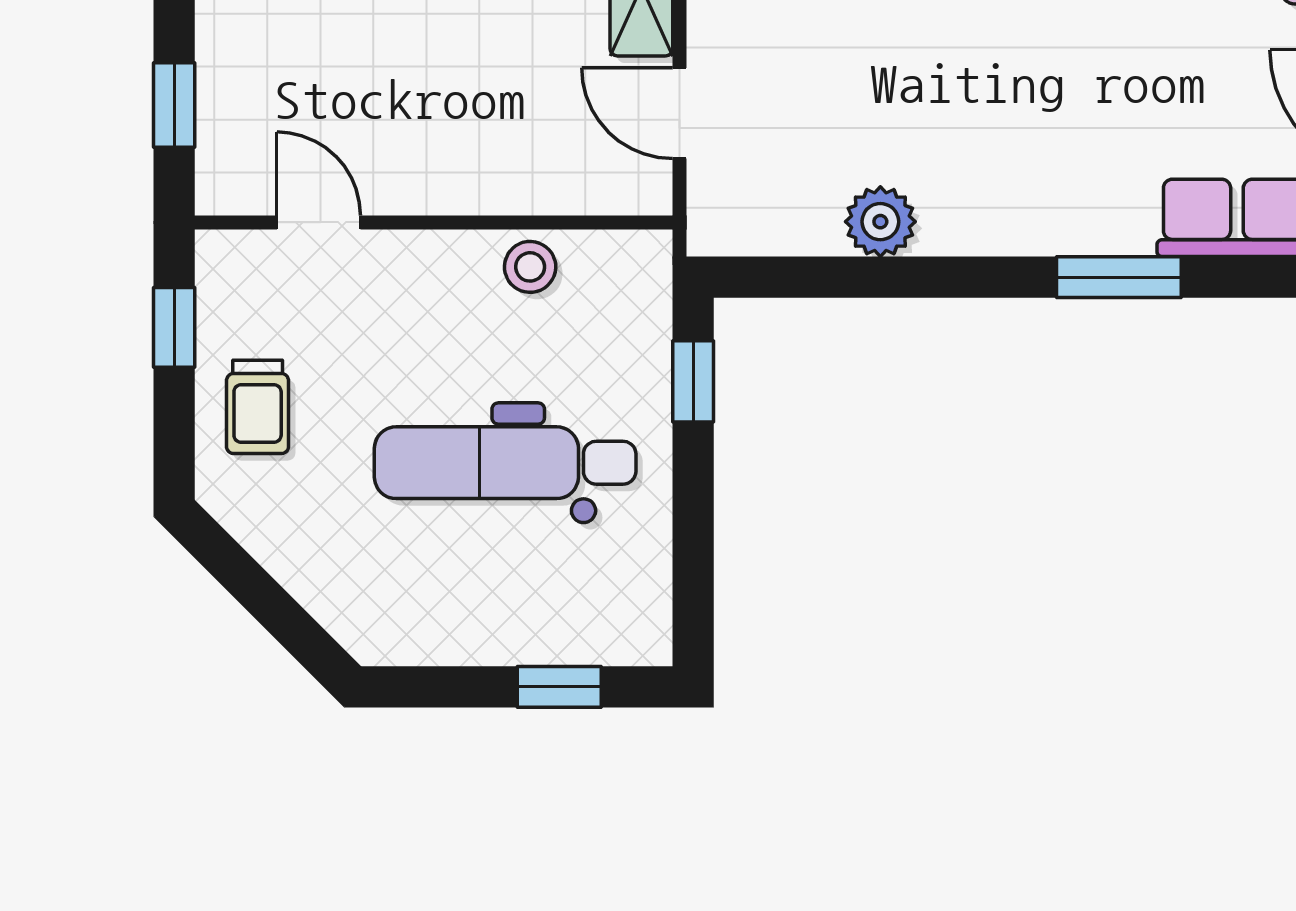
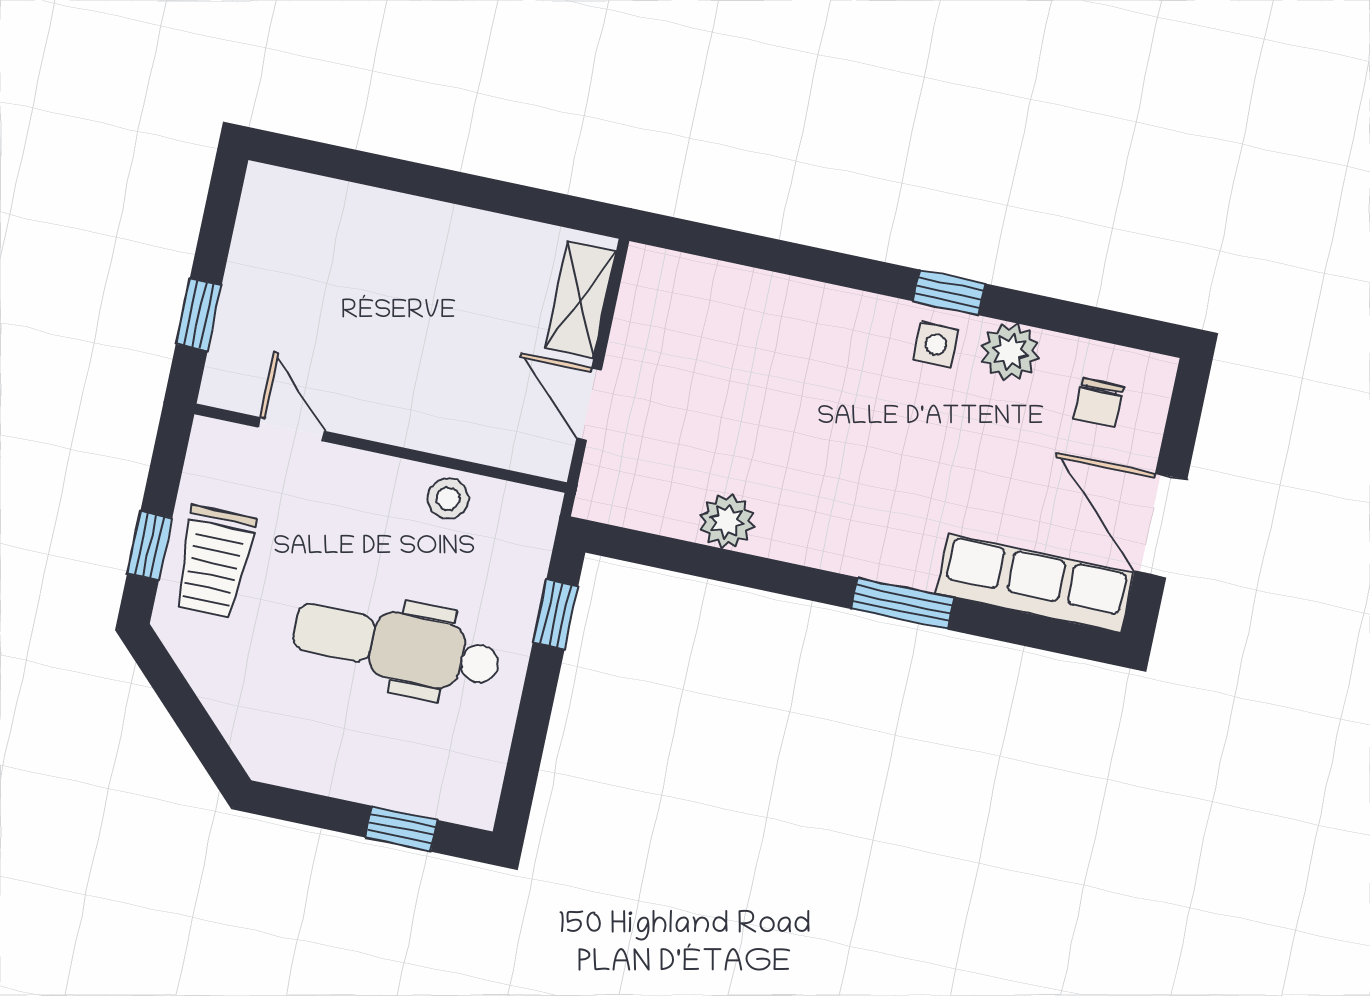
window: (174, 327) -> (150, 546), moved
trolley: (258, 407) -> (214, 562), width x1.36, depth x1.39

